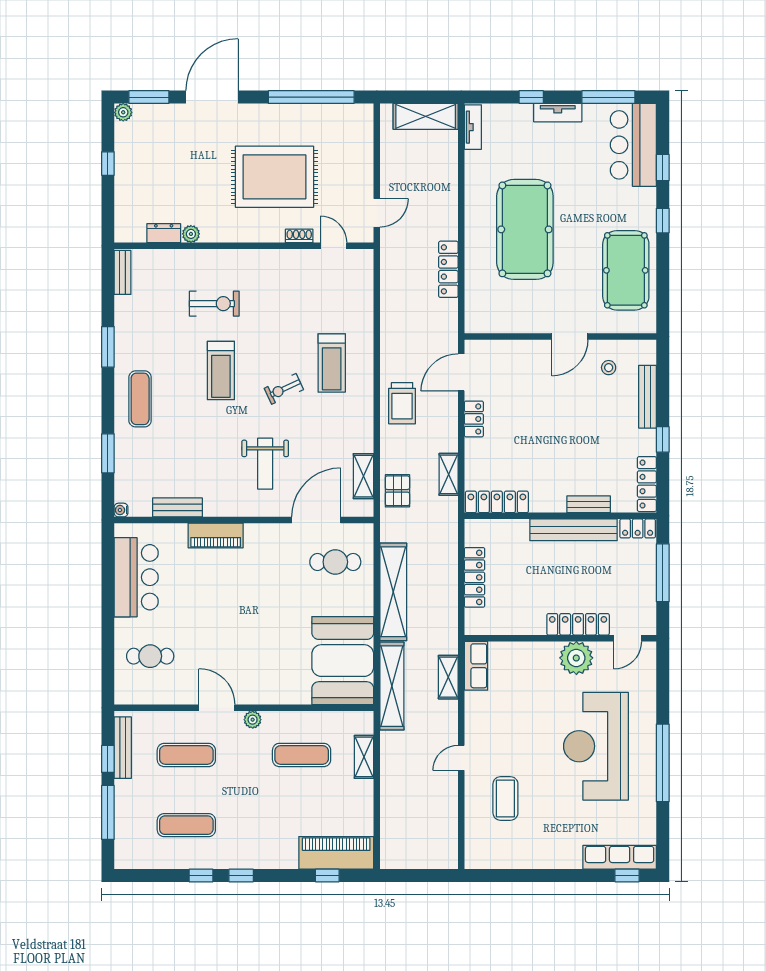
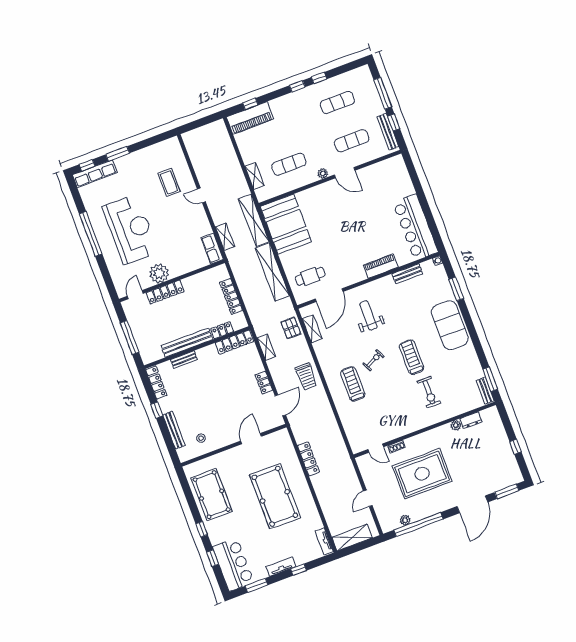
window: (608, 97) -> (256, 585), width x0.69
plant: (123, 112) -> (405, 520), moved
door: (377, 213) -> (368, 498), moved
exercise bike: (214, 304) -> (429, 392), turned -90
door: (570, 337) -> (251, 439), moved
window: (108, 347) -> (490, 379), moved
exercise mat: (140, 399) -> (450, 325), width x2.00, depth x1.45
trolley: (402, 403) -> (306, 376), turned 180
locker: (638, 528) -> (222, 330), moved
bar counter: (136, 577) -> (415, 227), width x1.36
cafe table: (150, 656) -> (392, 187), removed
door: (461, 758) -> (201, 195), swing flipped
window: (571, 876) -> (118, 154), added

